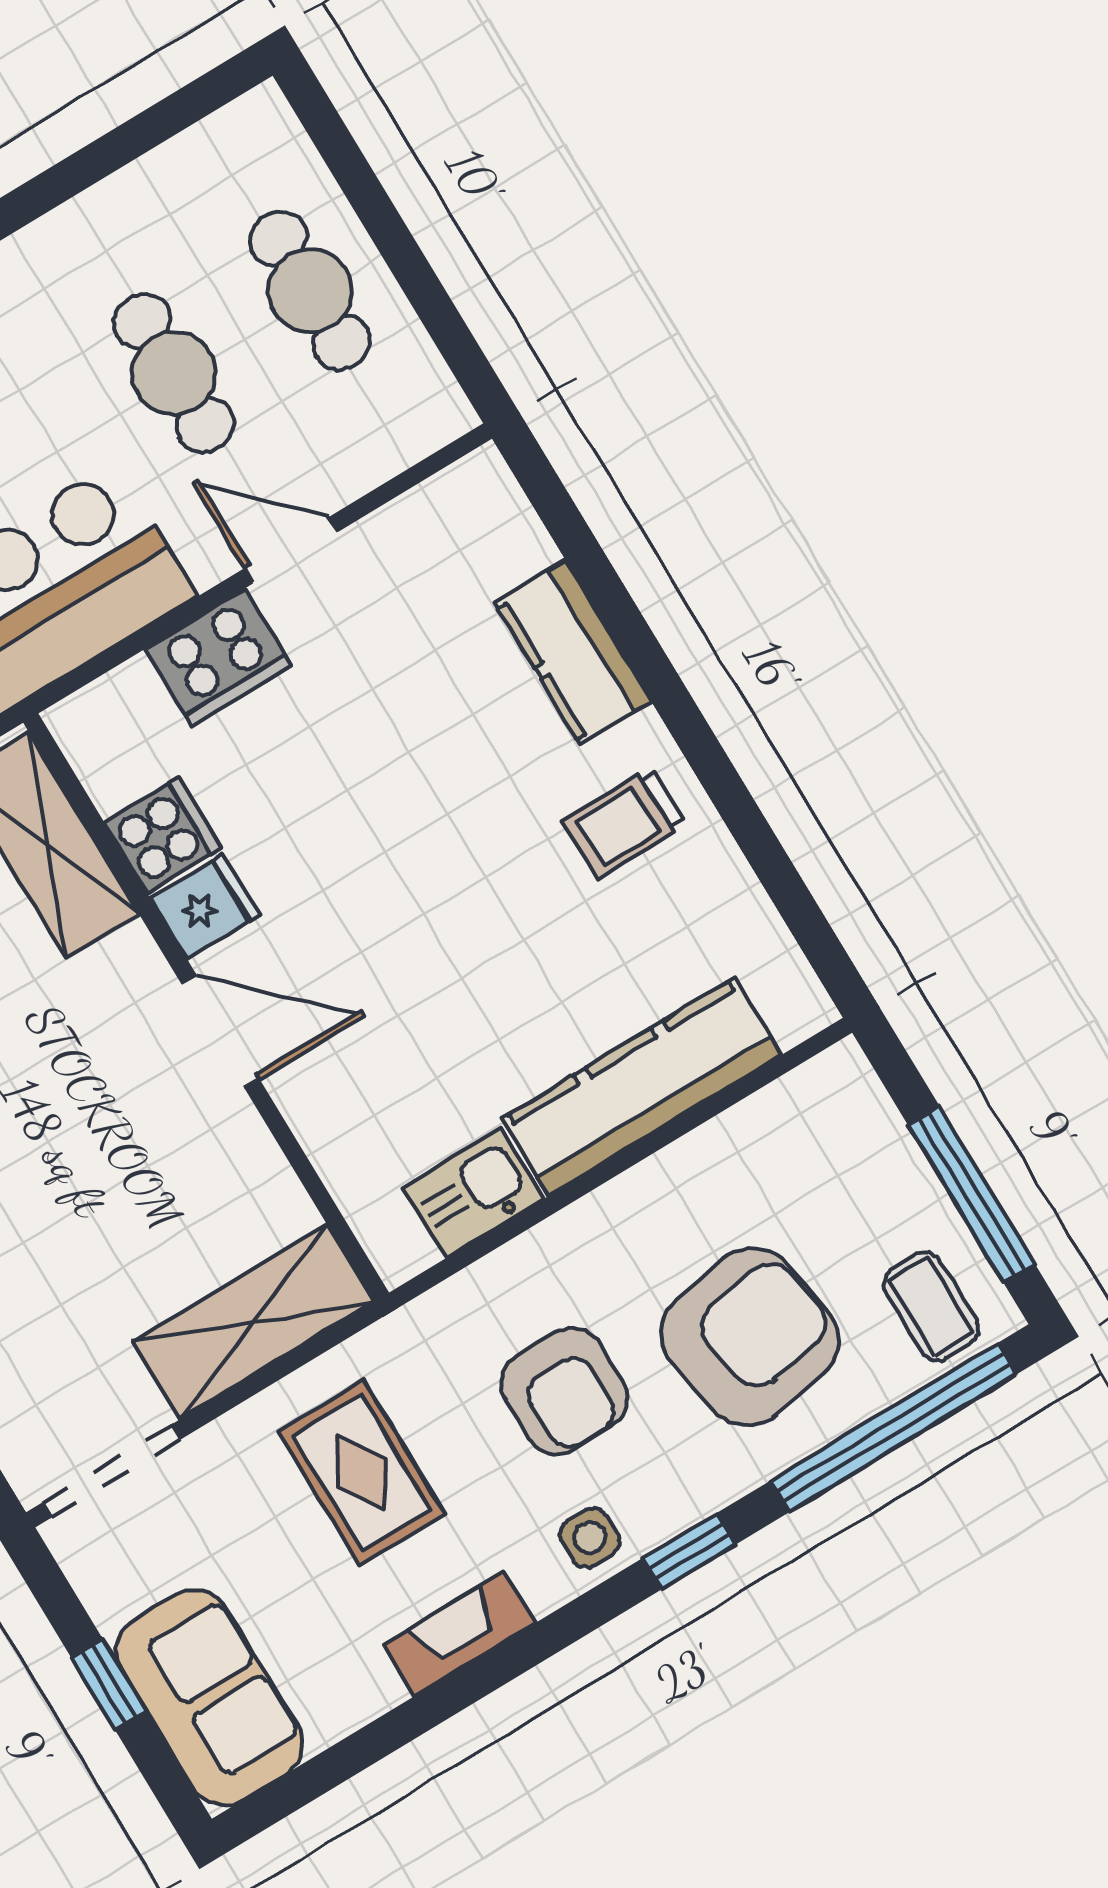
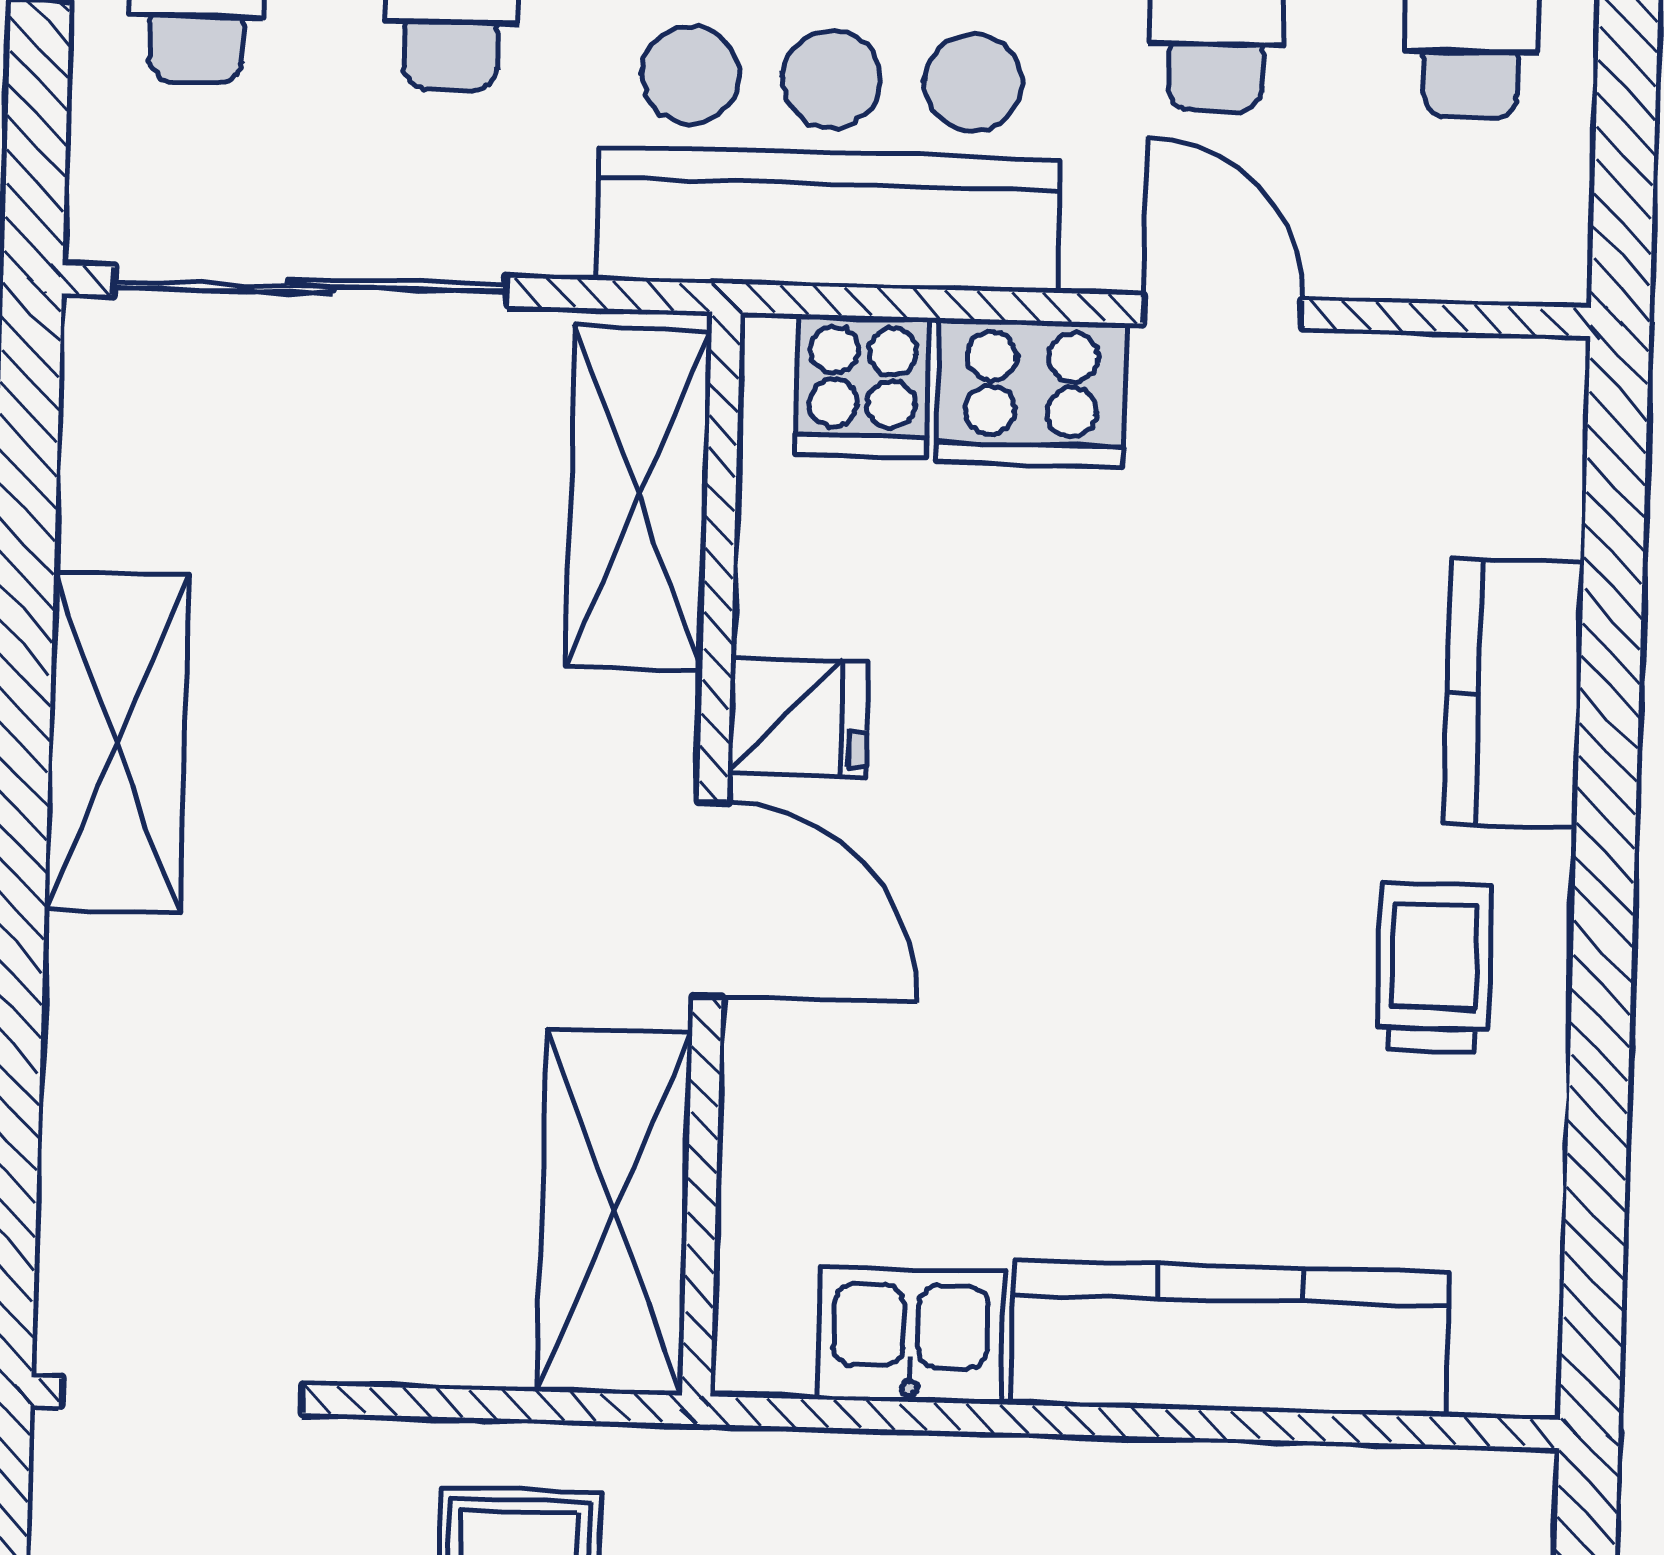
trolley: (624, 823) -> (1434, 968), turned 91
cooker: (163, 835) -> (863, 386), moved, turned 90
shelving: (253, 1322) -> (615, 1212), moved, turned 90

